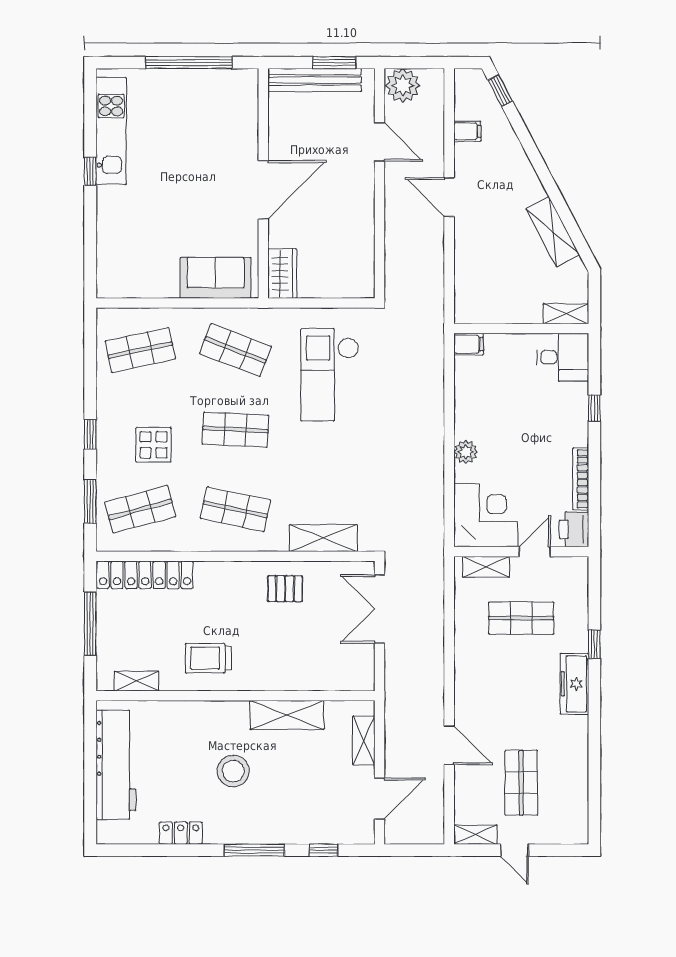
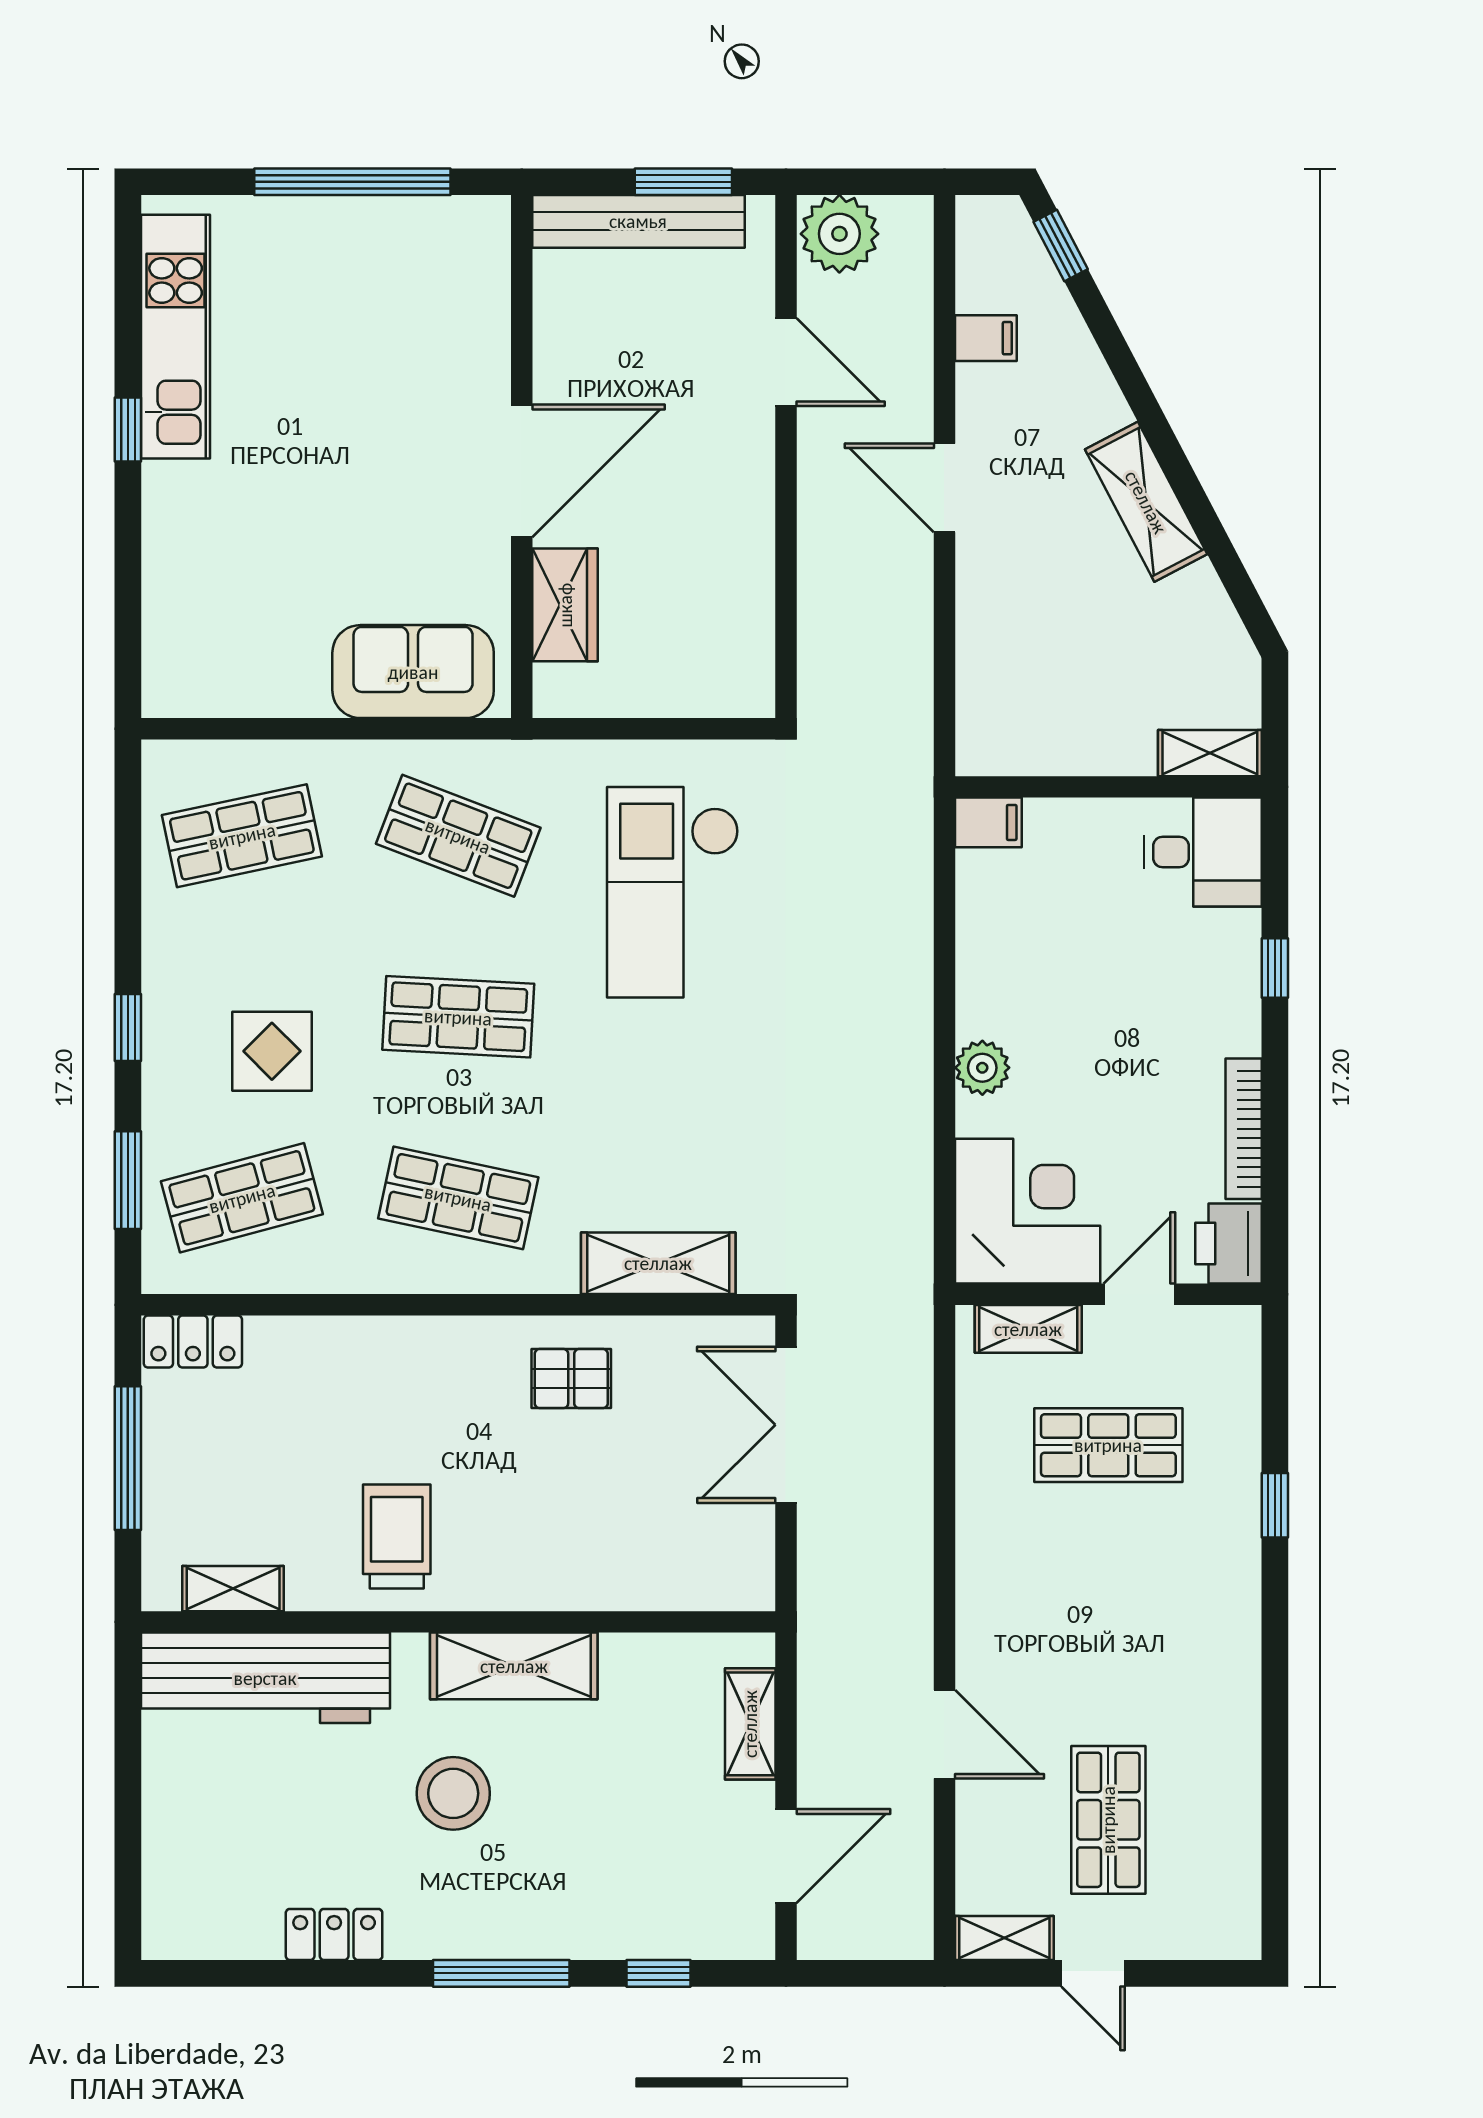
shelving: (553, 232) -> (1146, 502), moved
wardrobe: (282, 274) -> (565, 605), moved
locker: (145, 575) -> (193, 1342), width x0.46, depth x0.83
trolley: (208, 658) -> (397, 1537), turned 90
freezer: (574, 684) -> (1229, 1595), removed
shelving: (287, 715) -> (514, 1666), moved
workbench: (116, 765) -> (265, 1678), moved, turned 90

